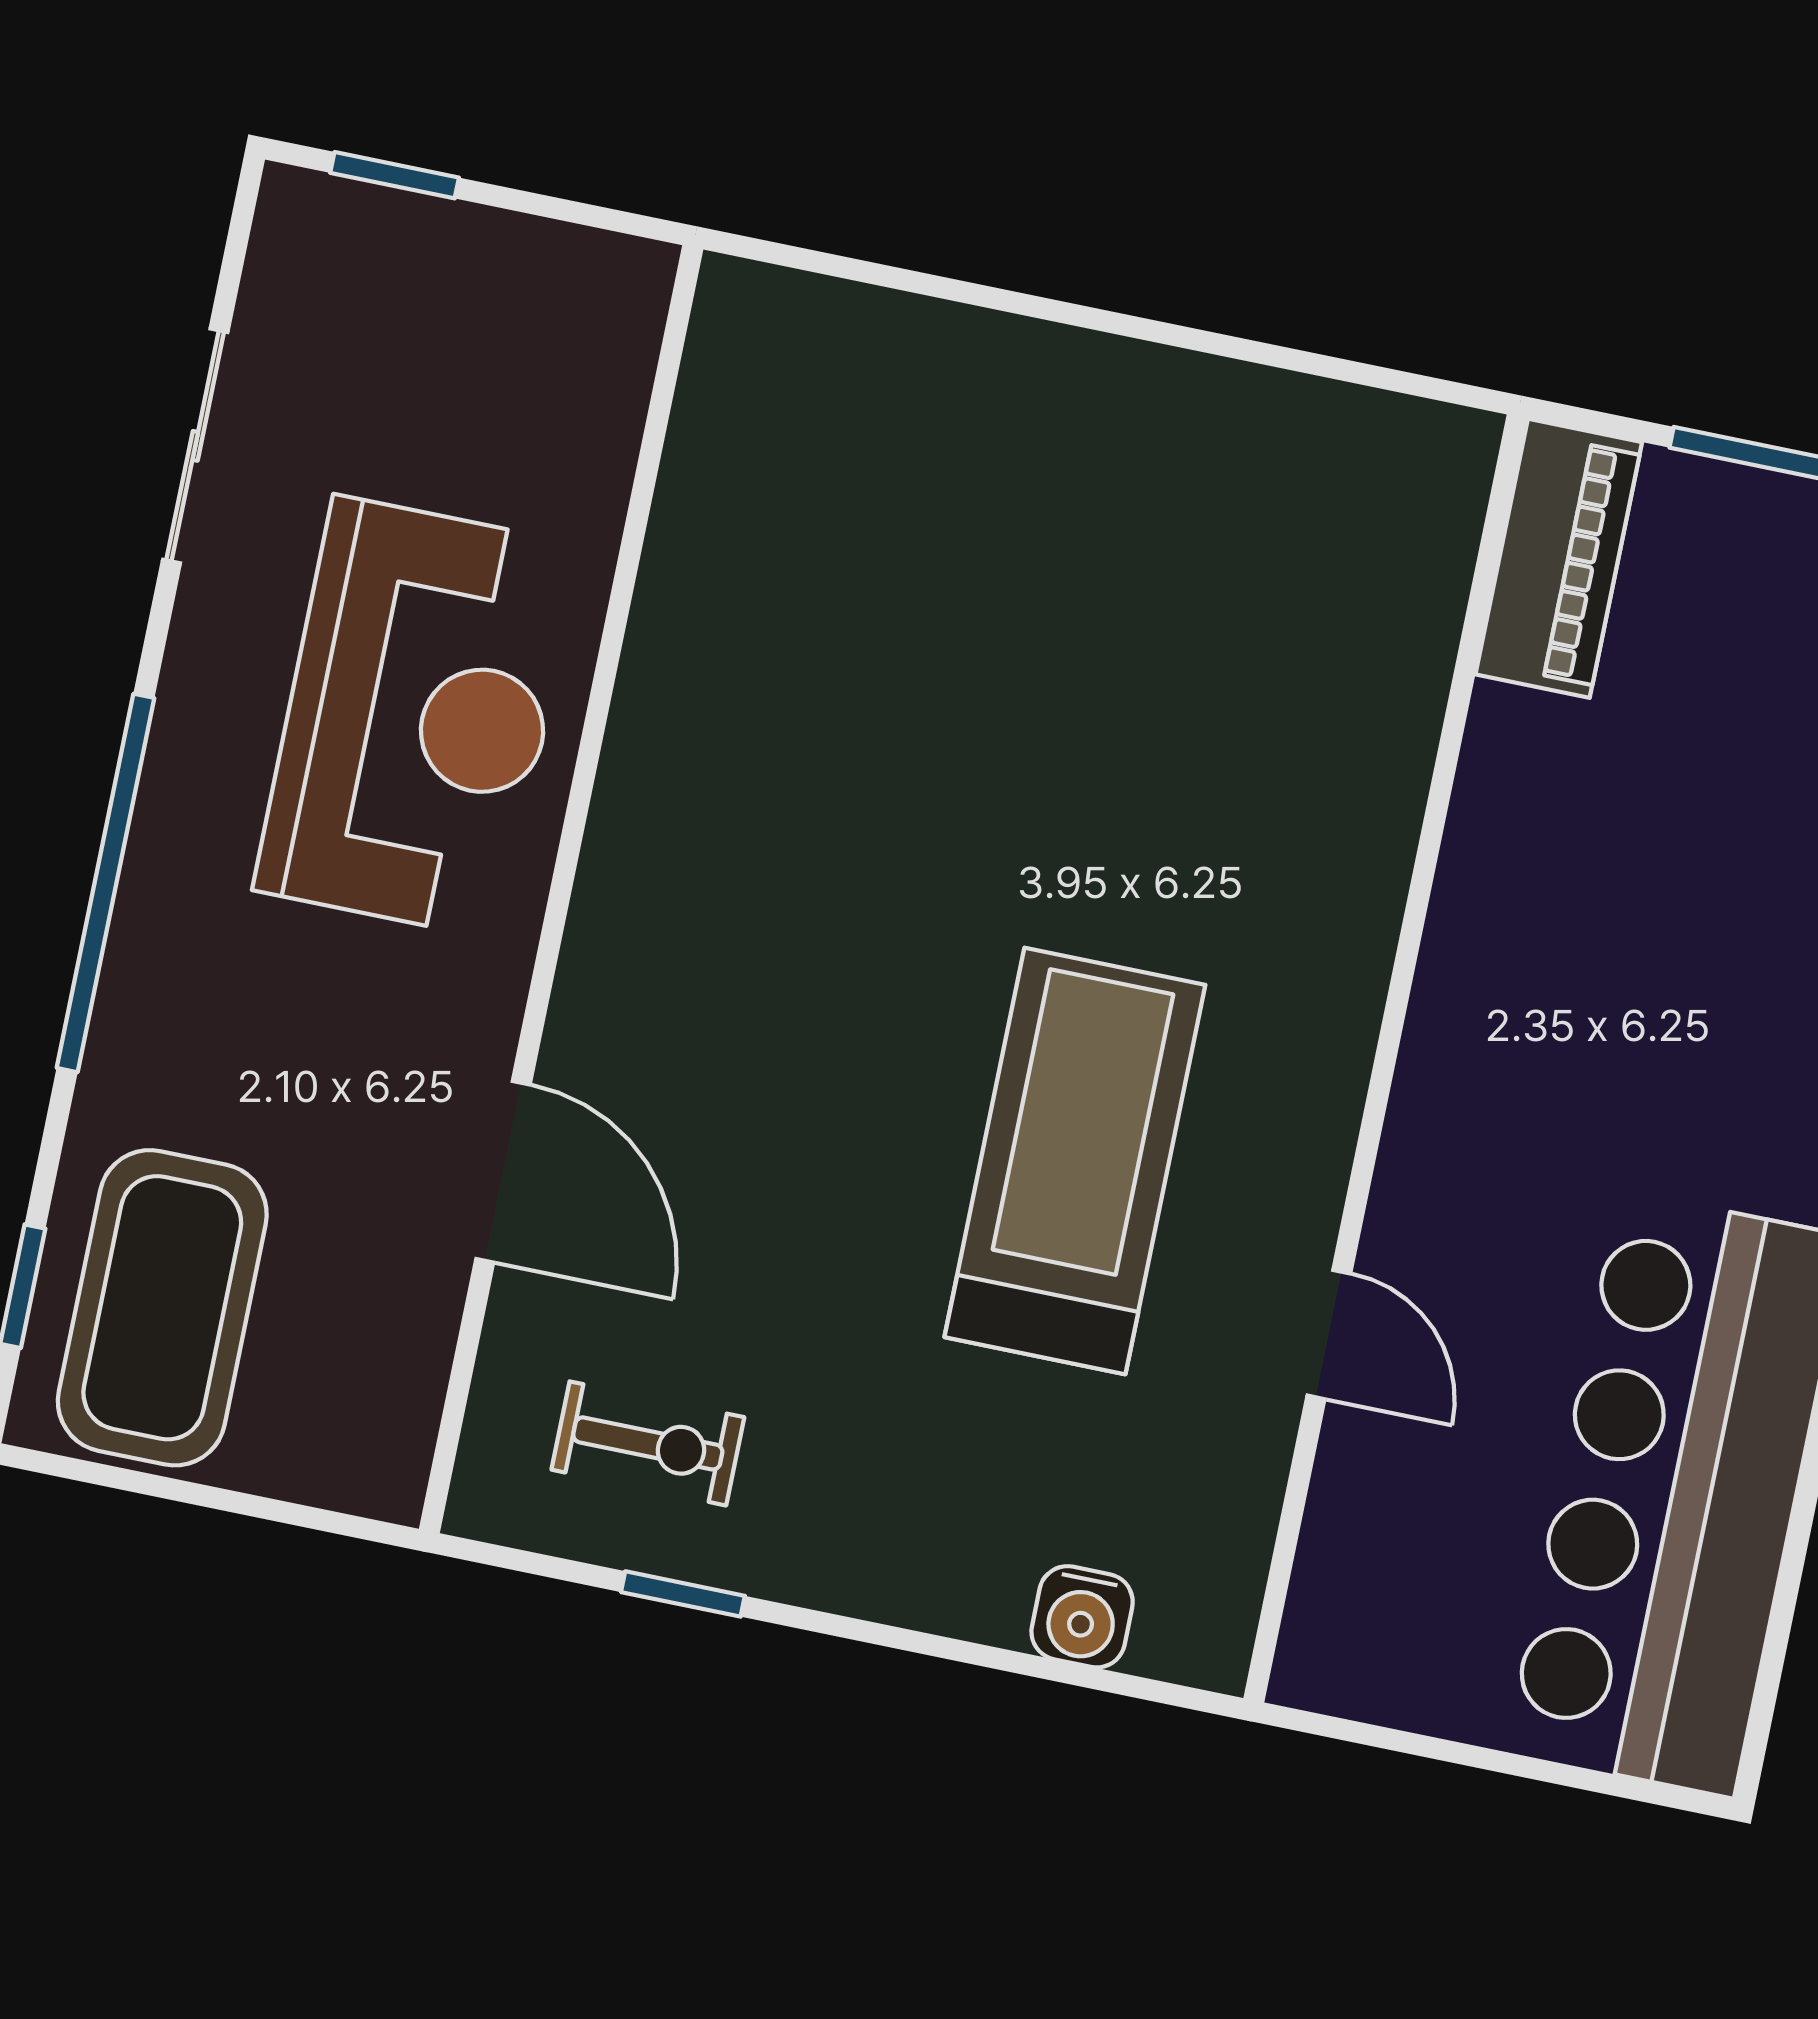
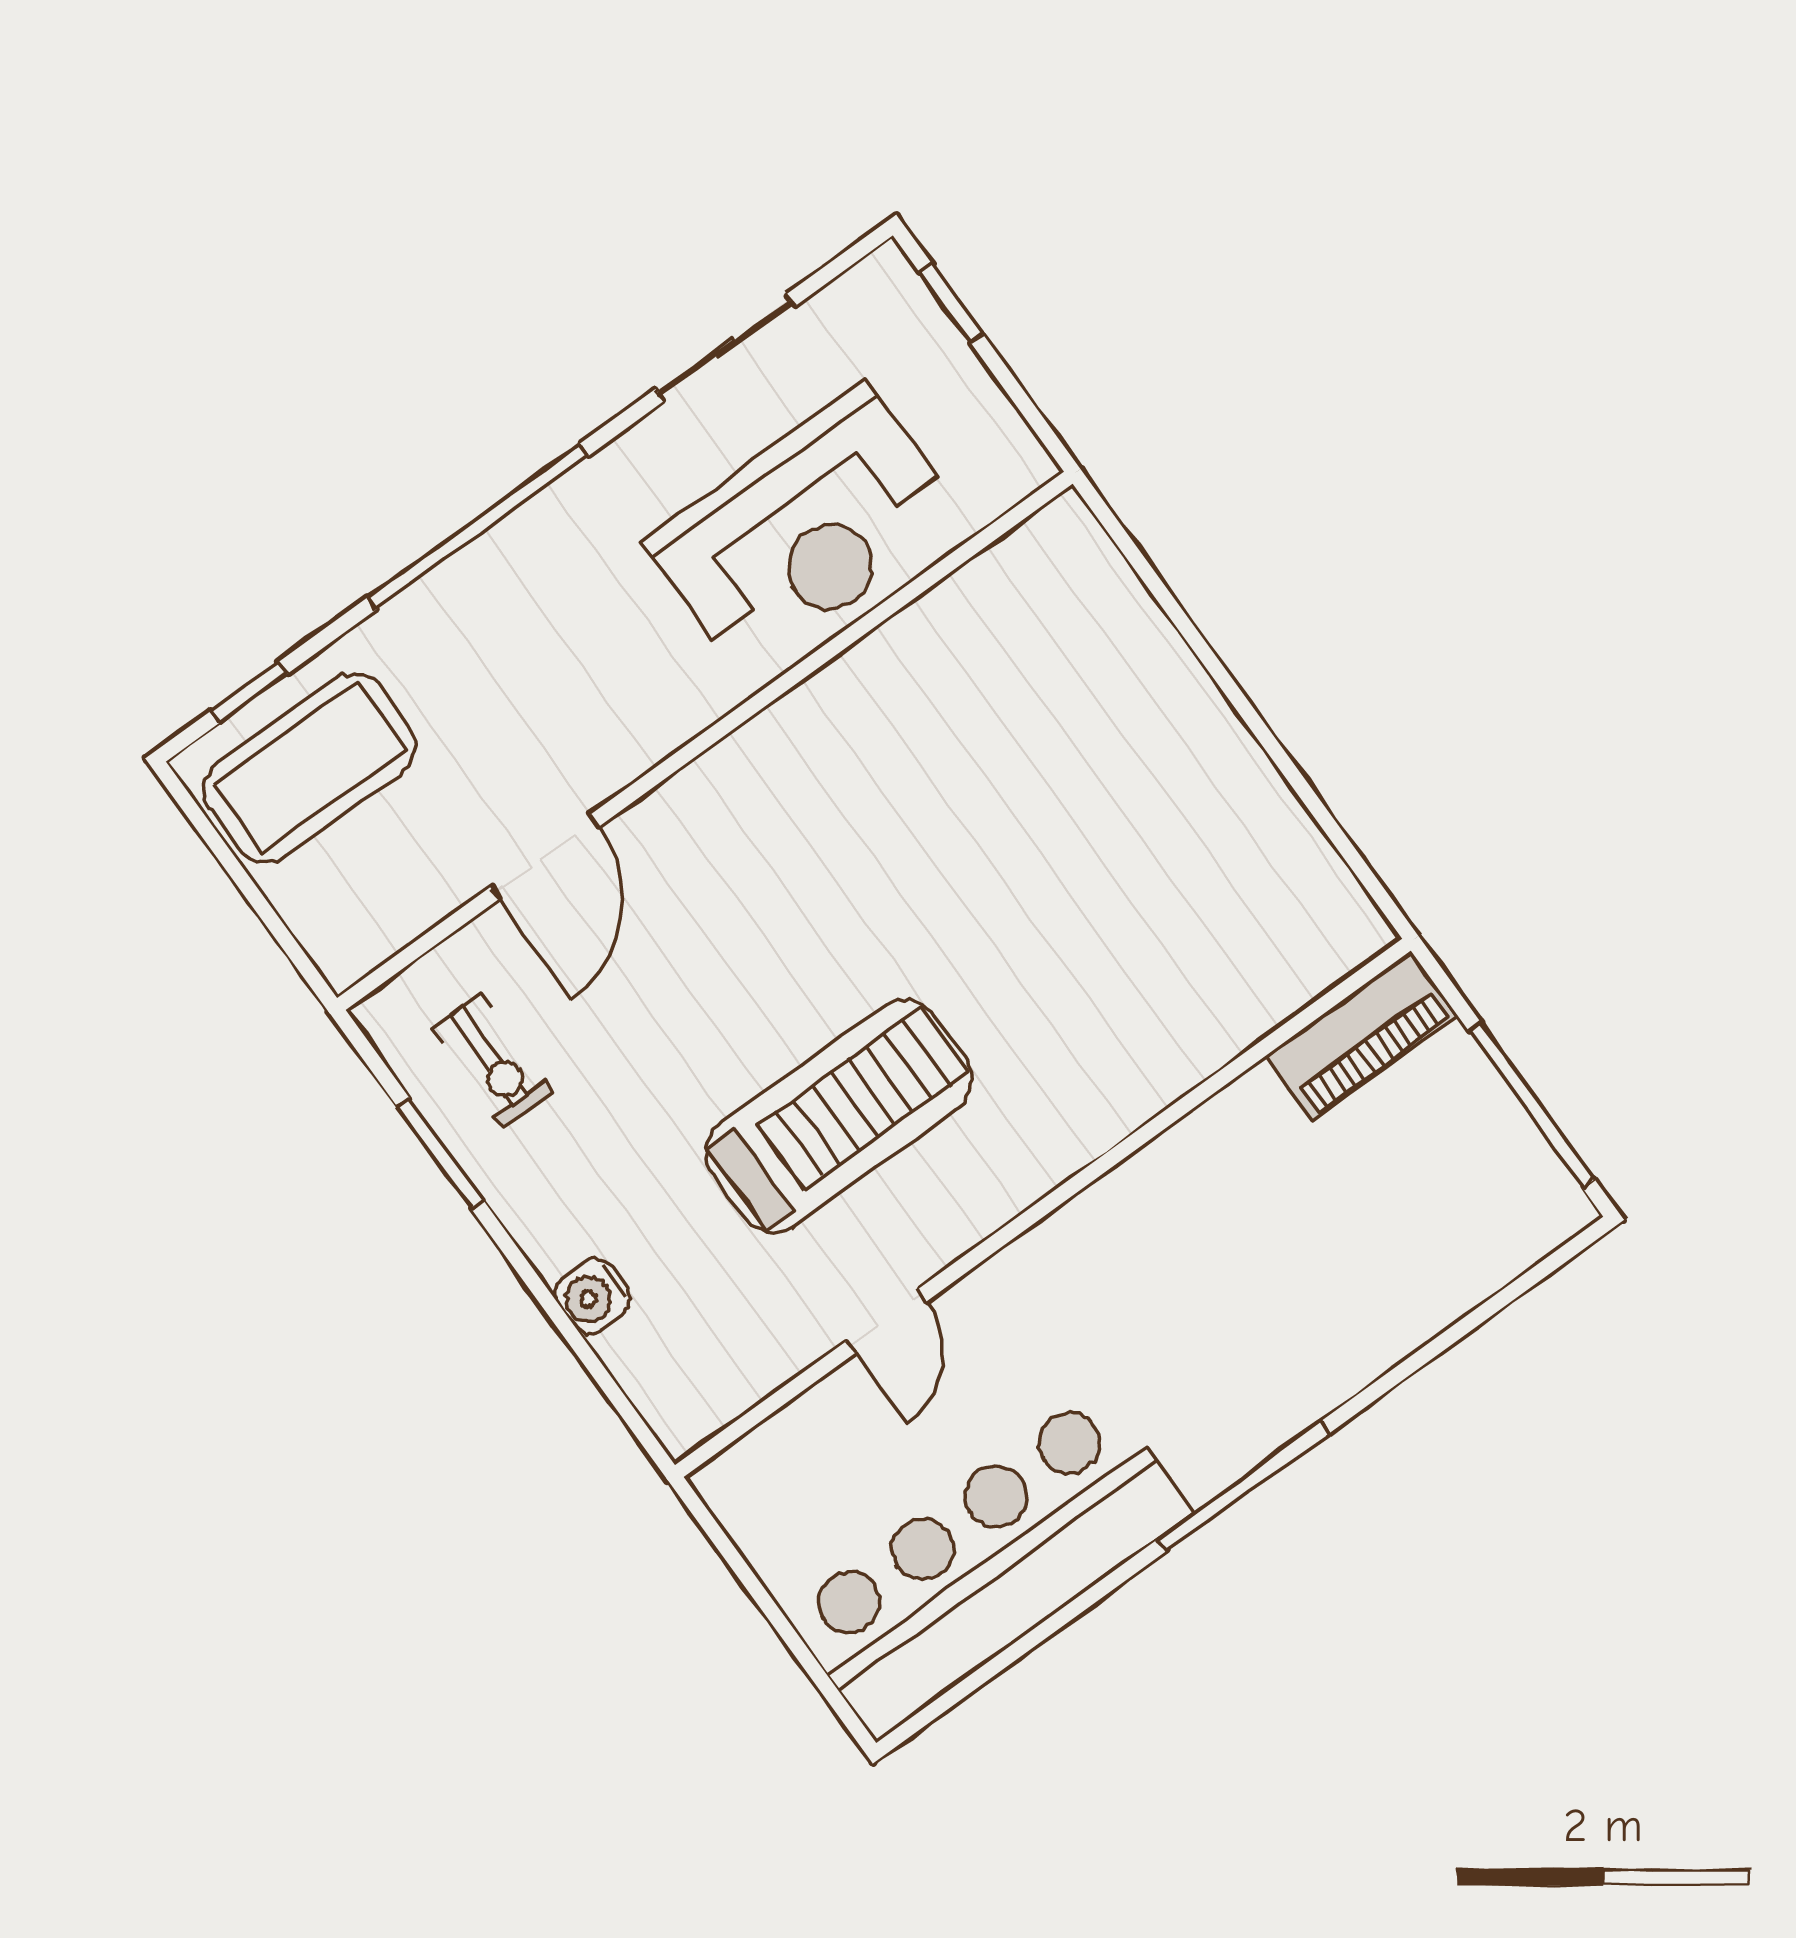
reception desk: (417, 717) -> (804, 530), moved
window: (683, 1594) -> (440, 1153), width x1.50
water cooler: (1082, 1617) -> (593, 1296), moved

